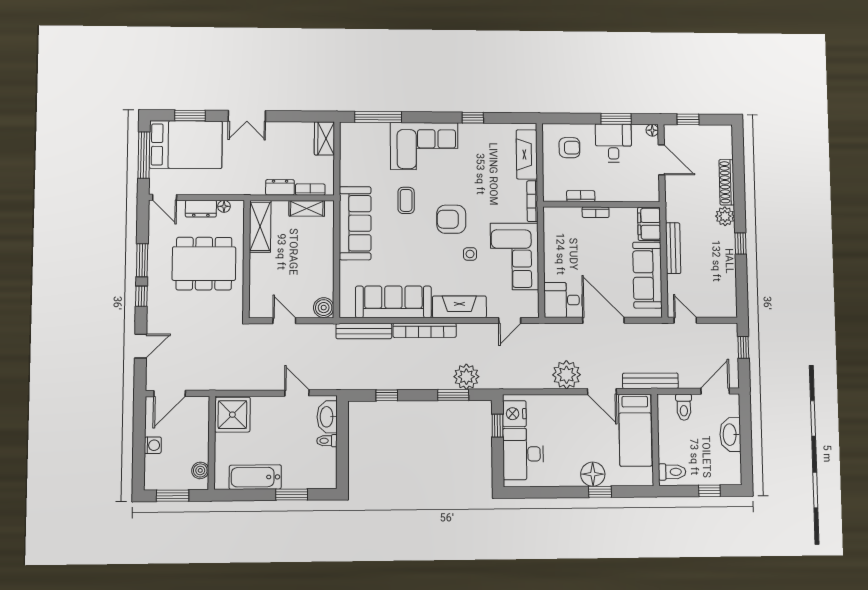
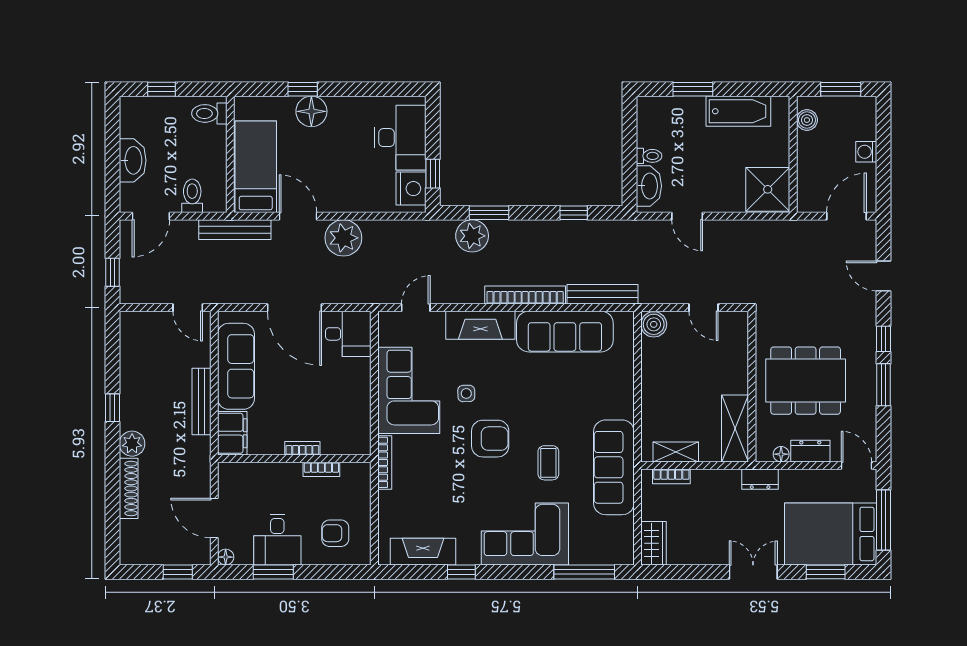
fireplace: (527, 154) -> (423, 552), moved, turned -90
dresser: (280, 187) -> (760, 479), moved
sofa: (355, 223) -> (614, 467), moved
door: (141, 346) -> (883, 276), hinge flipped

